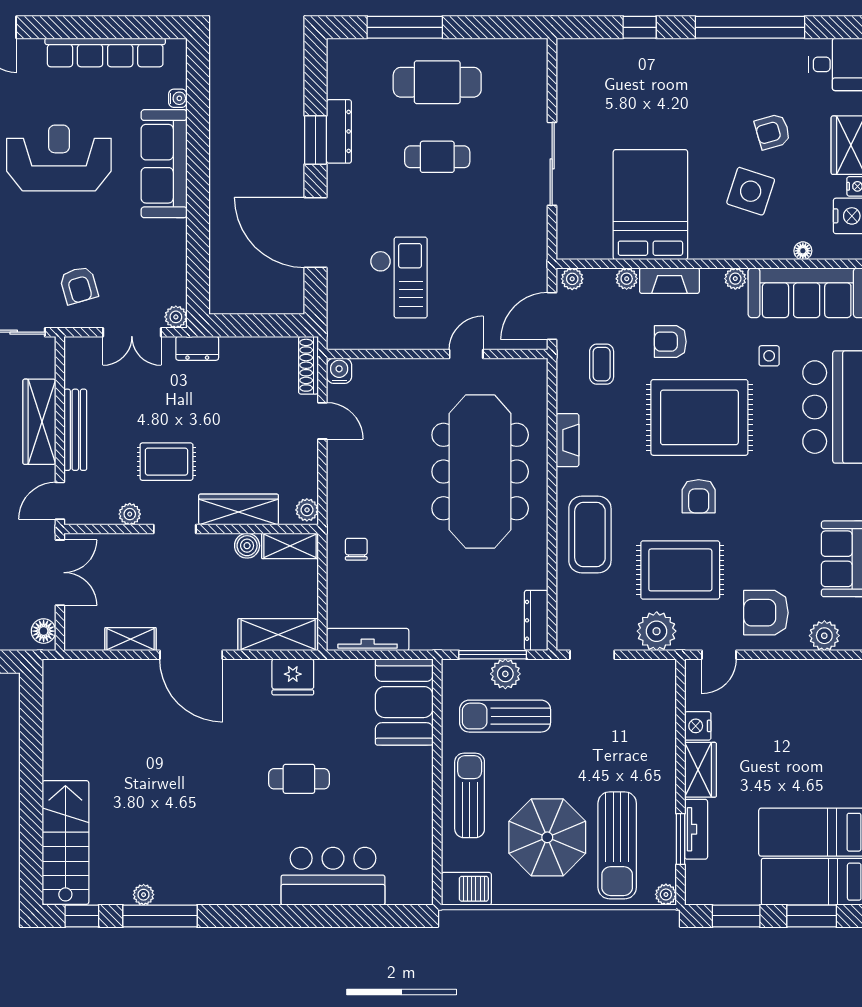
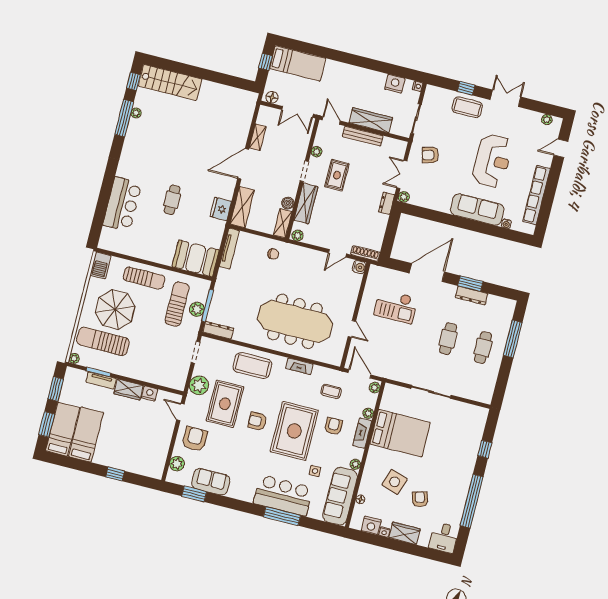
cafe table: (437, 82) -> (483, 348), width x0.73, depth x0.74

